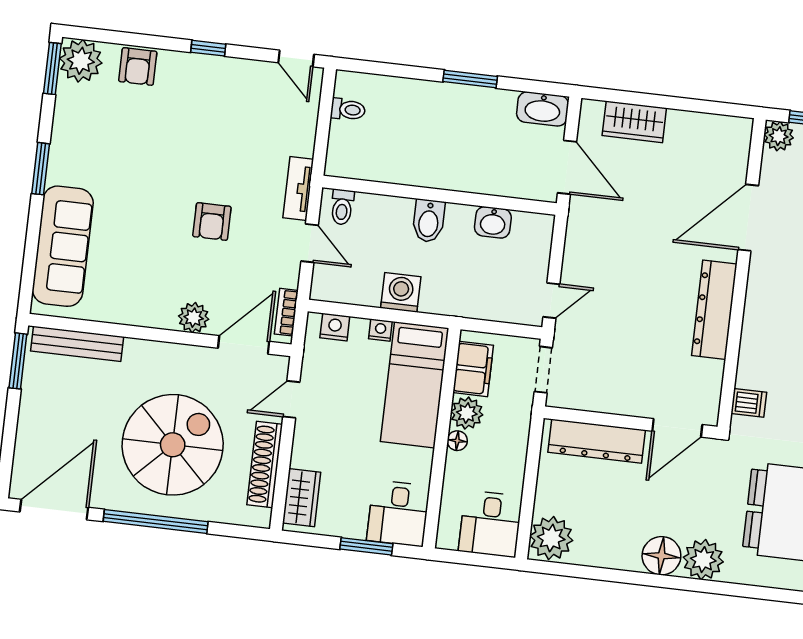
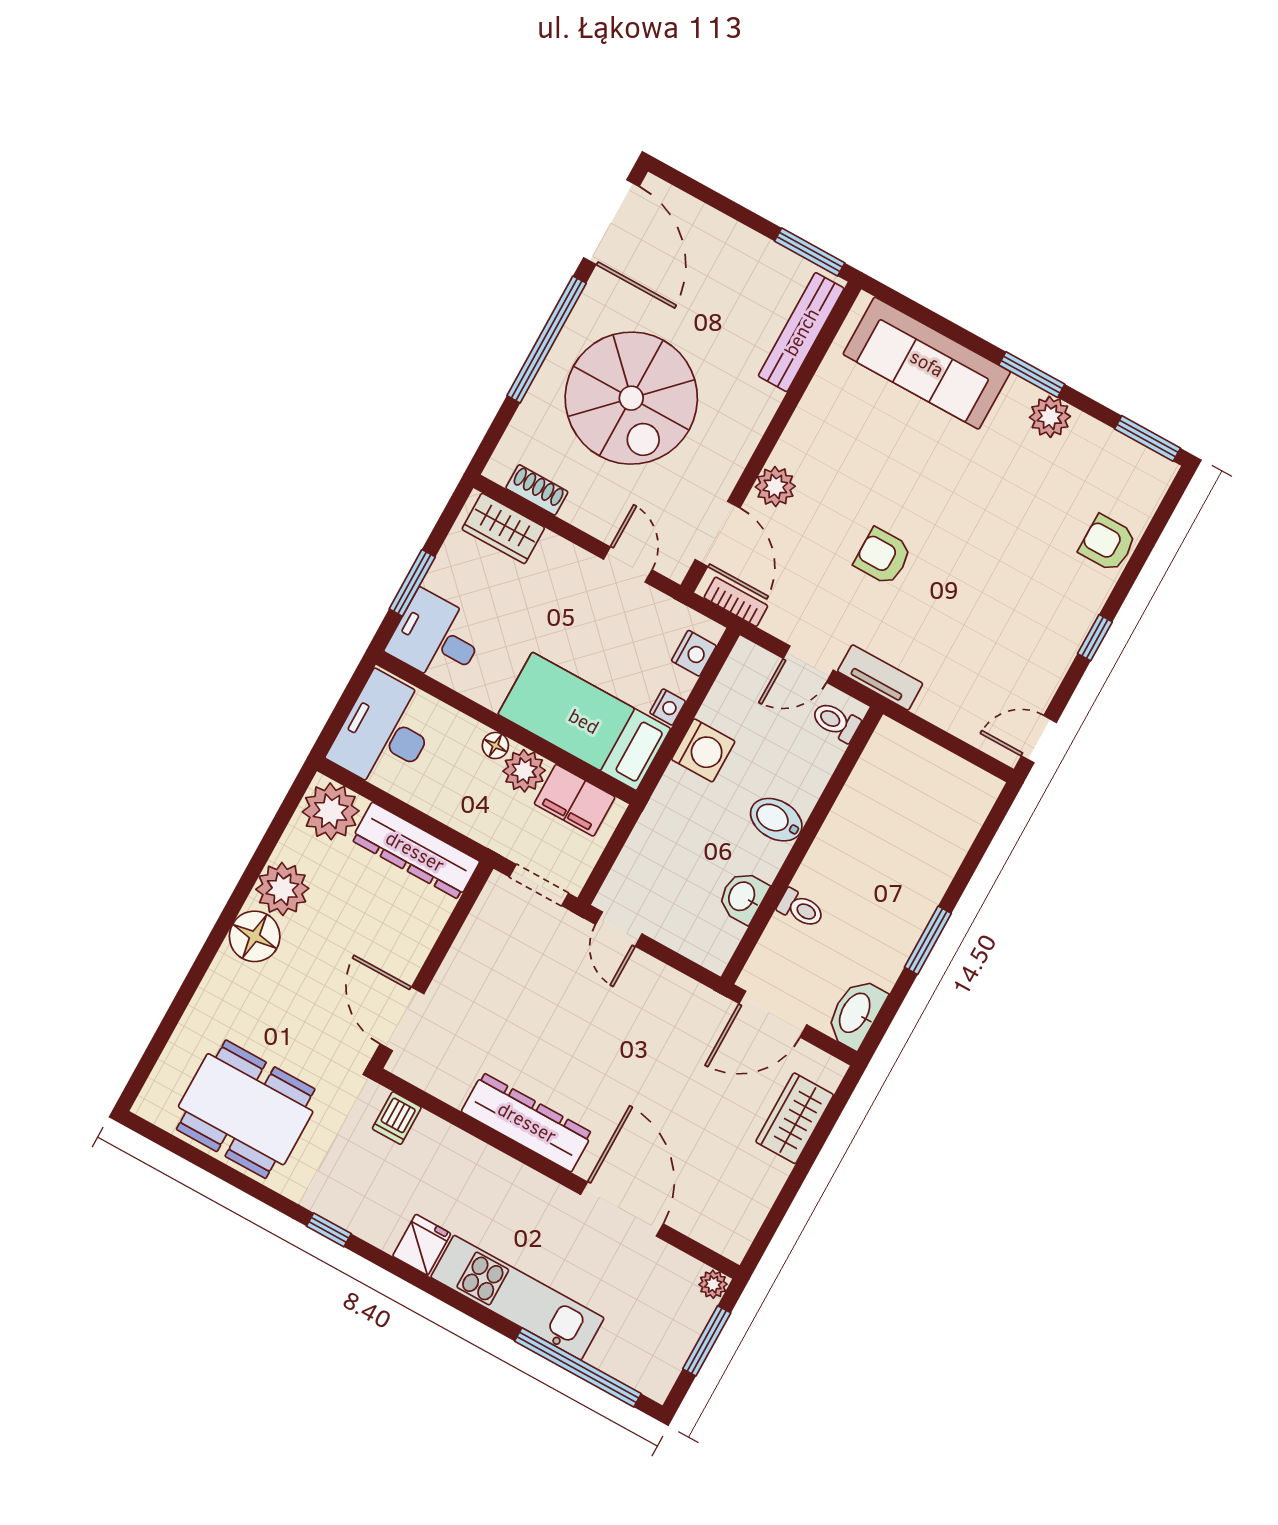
plant: (81, 61) -> (1050, 417), moved, width x0.73, depth x0.73
toilet: (348, 110) -> (801, 909), moved, turned -90
plant: (779, 136) -> (713, 1284), width x0.73, depth x0.73
dresser: (597, 441) -> (415, 851), moved, turned -90
shoe rack: (265, 464) -> (537, 490), width x0.51, depth x0.81
desk: (490, 524) -> (385, 732), width x1.37
plant: (703, 560) -> (282, 889), moved

